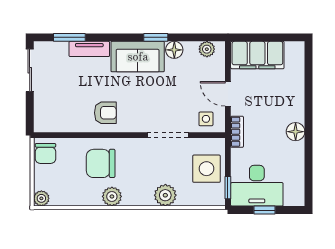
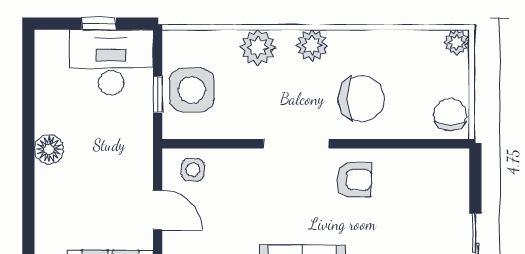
armchair: (105, 113) -> (354, 180), turned 180
bookcase: (237, 132) -> (143, 149), removed
doorway: (168, 135) -> (296, 144), moved
window: (228, 188) -> (158, 94), moved
plant: (112, 196) -> (312, 45), moved

